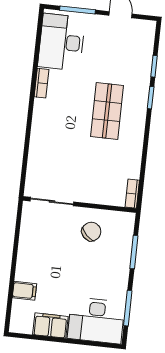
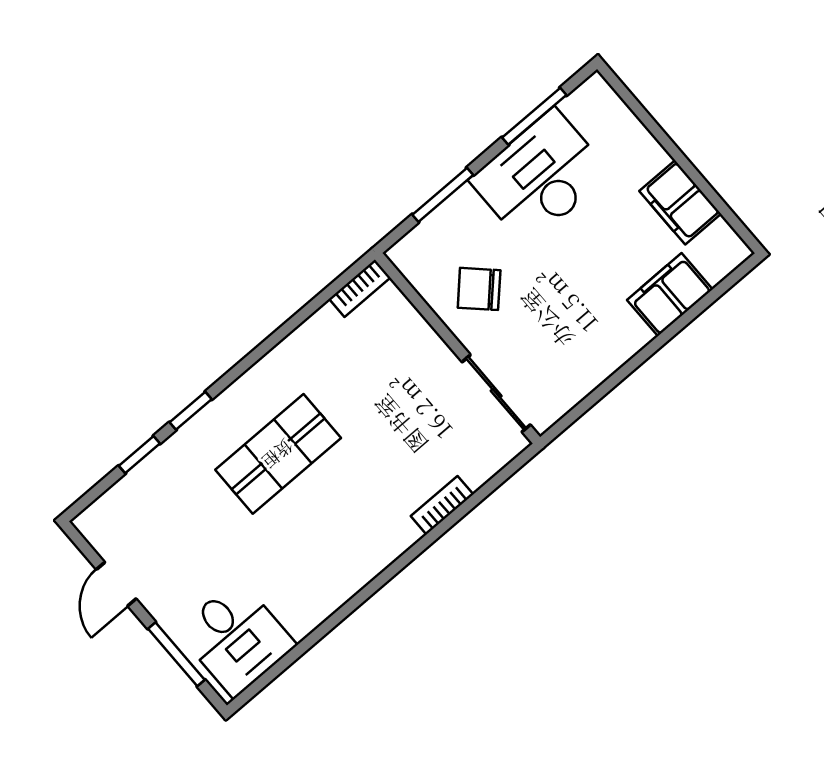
desk: (62, 42) -> (236, 638), width x0.73
bookcase: (41, 83) -> (442, 505), moved
filing cabinet: (24, 291) -> (670, 295), width x2.00
desk: (96, 320) -> (540, 177), moved, turned -90

